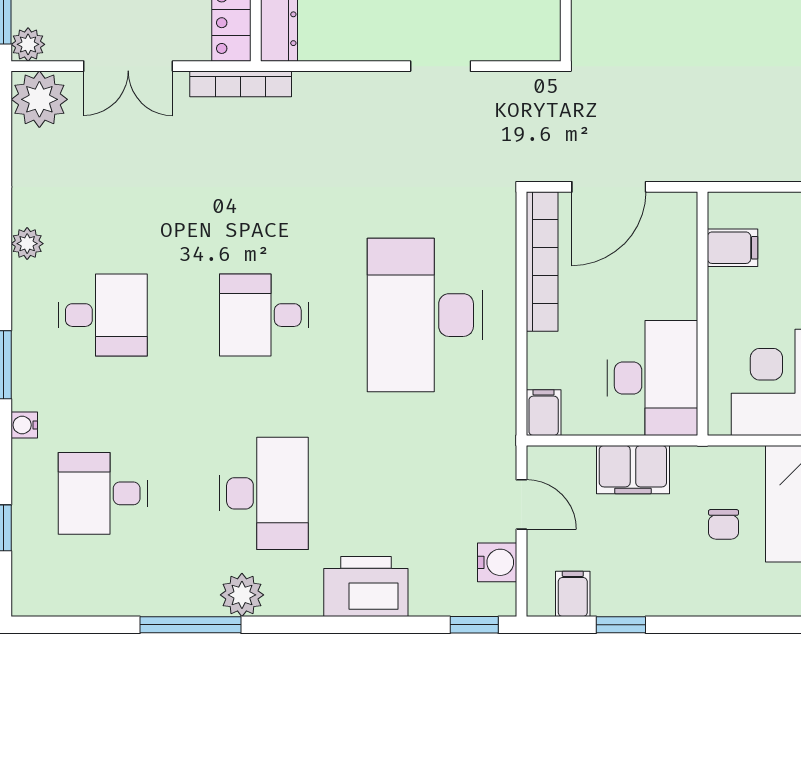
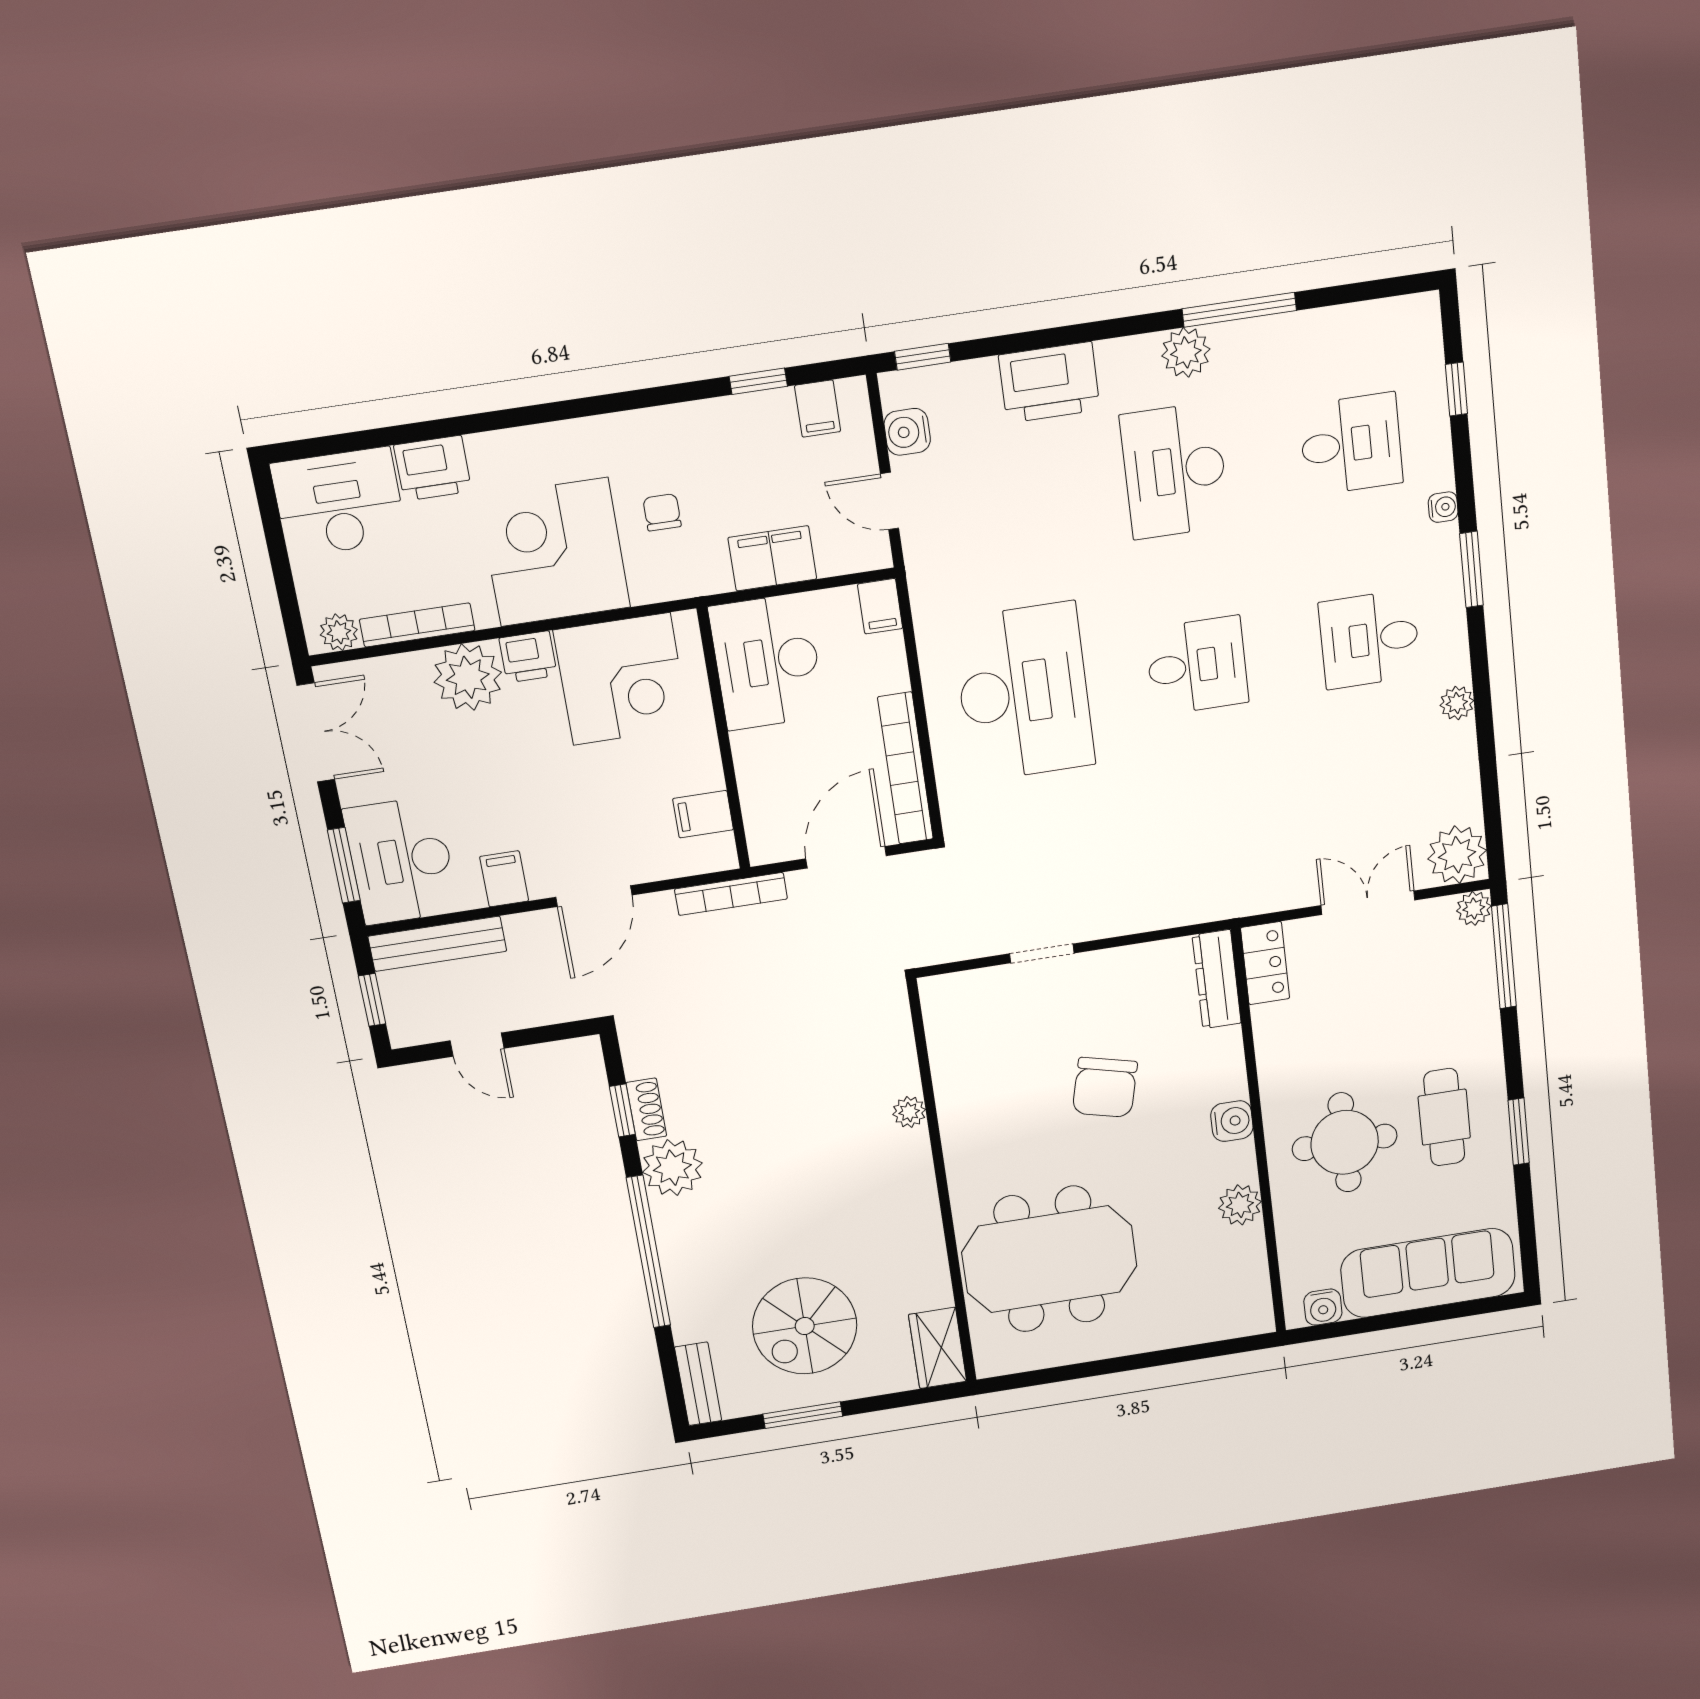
bookcase: (241, 84) -> (731, 894), moved, turned 180

